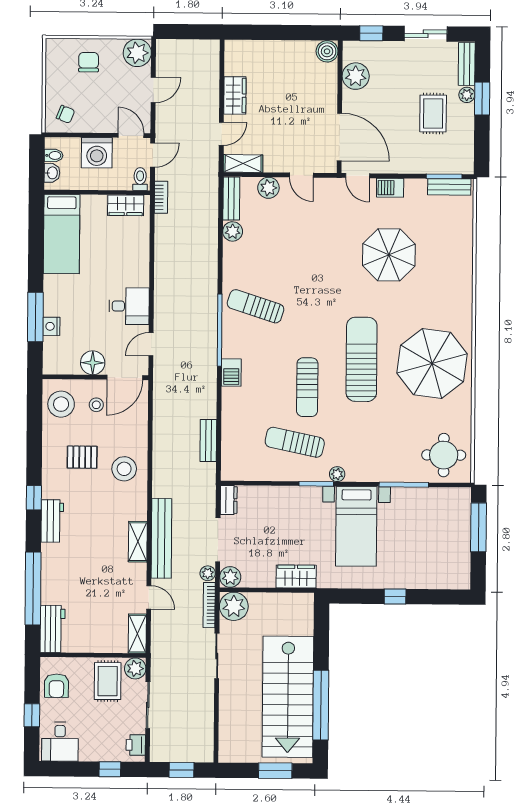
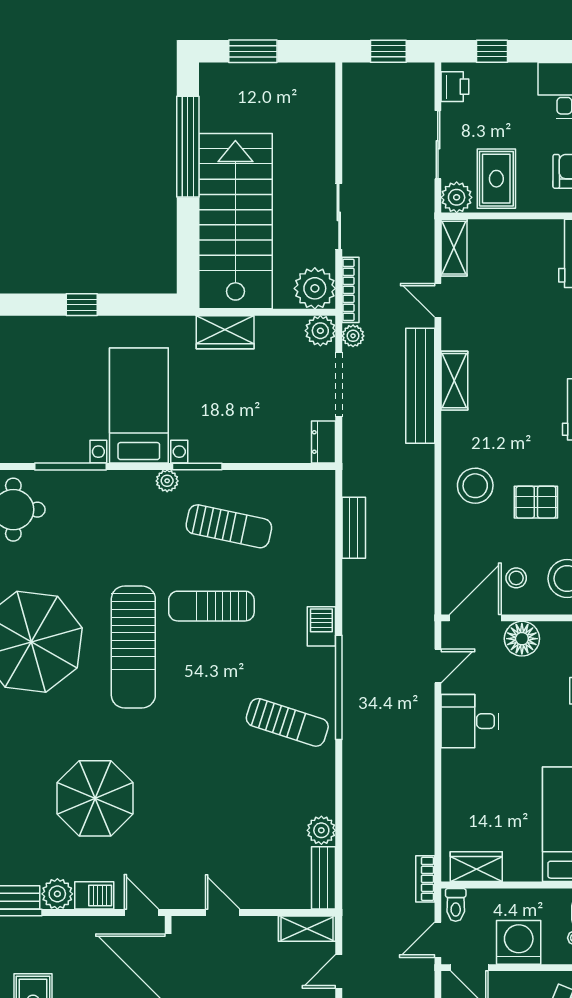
plant: (268, 188) -> (57, 894), moved
sun lounger: (307, 387) -> (211, 606), turned -90
stairs: (288, 697) -> (235, 221), moved

